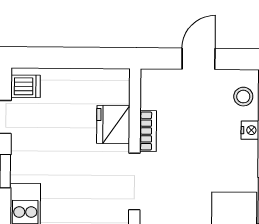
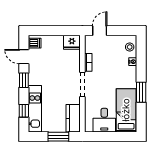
door: (199, 59) -> (100, 31), moved
fridge: (113, 124) -> (72, 42), moved, turned -90

